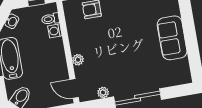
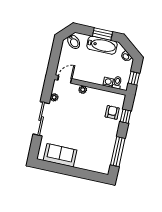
sofa: (172, 38) -> (60, 155), moved

